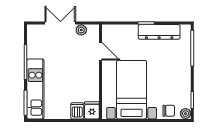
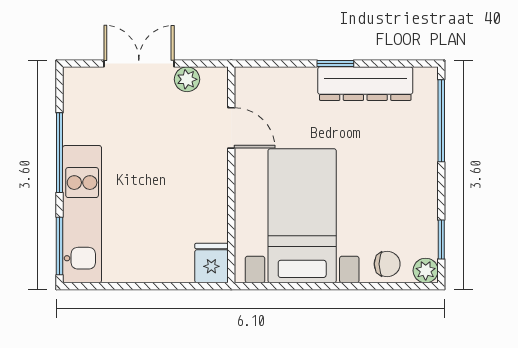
dishwasher: (77, 111) -> (178, 264), removed

